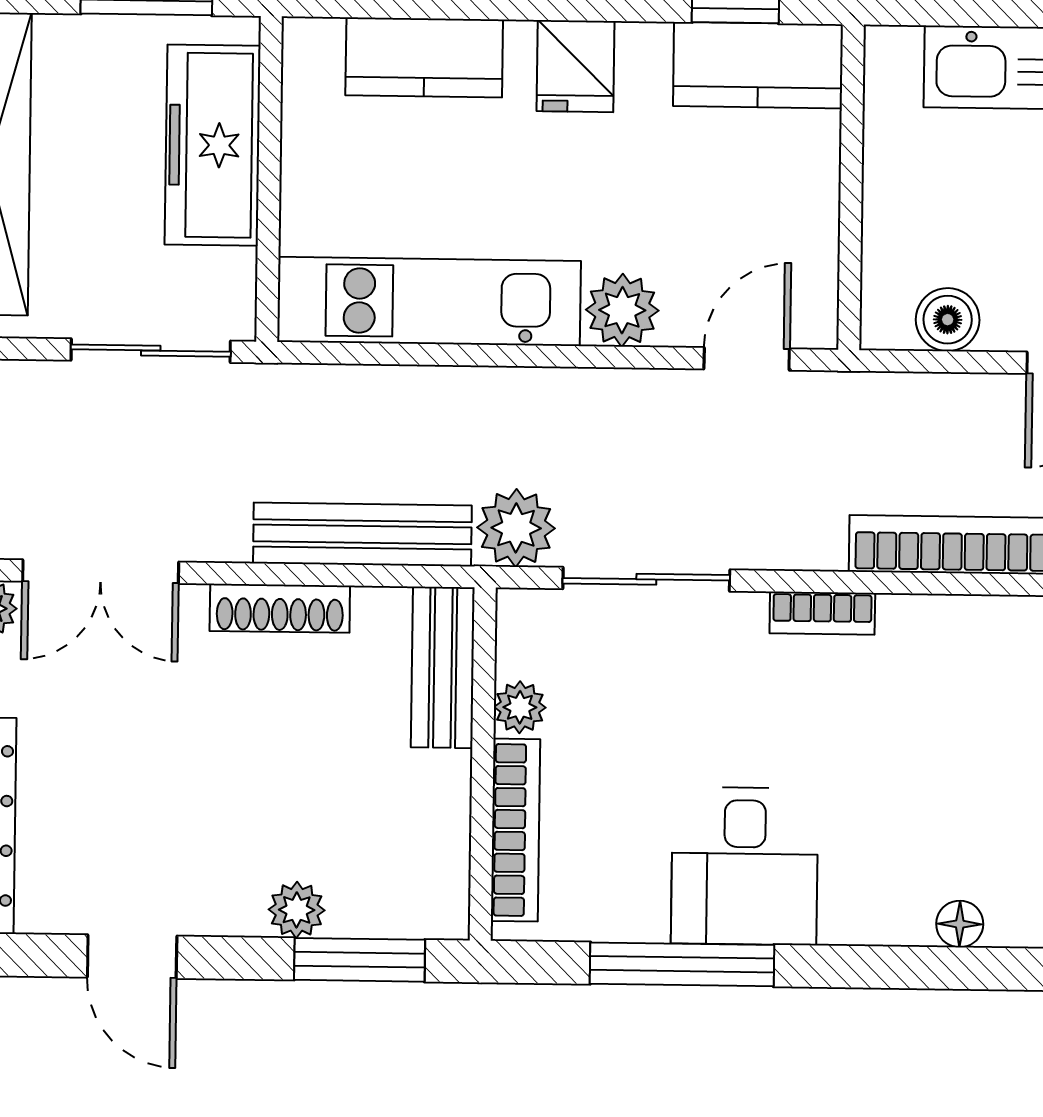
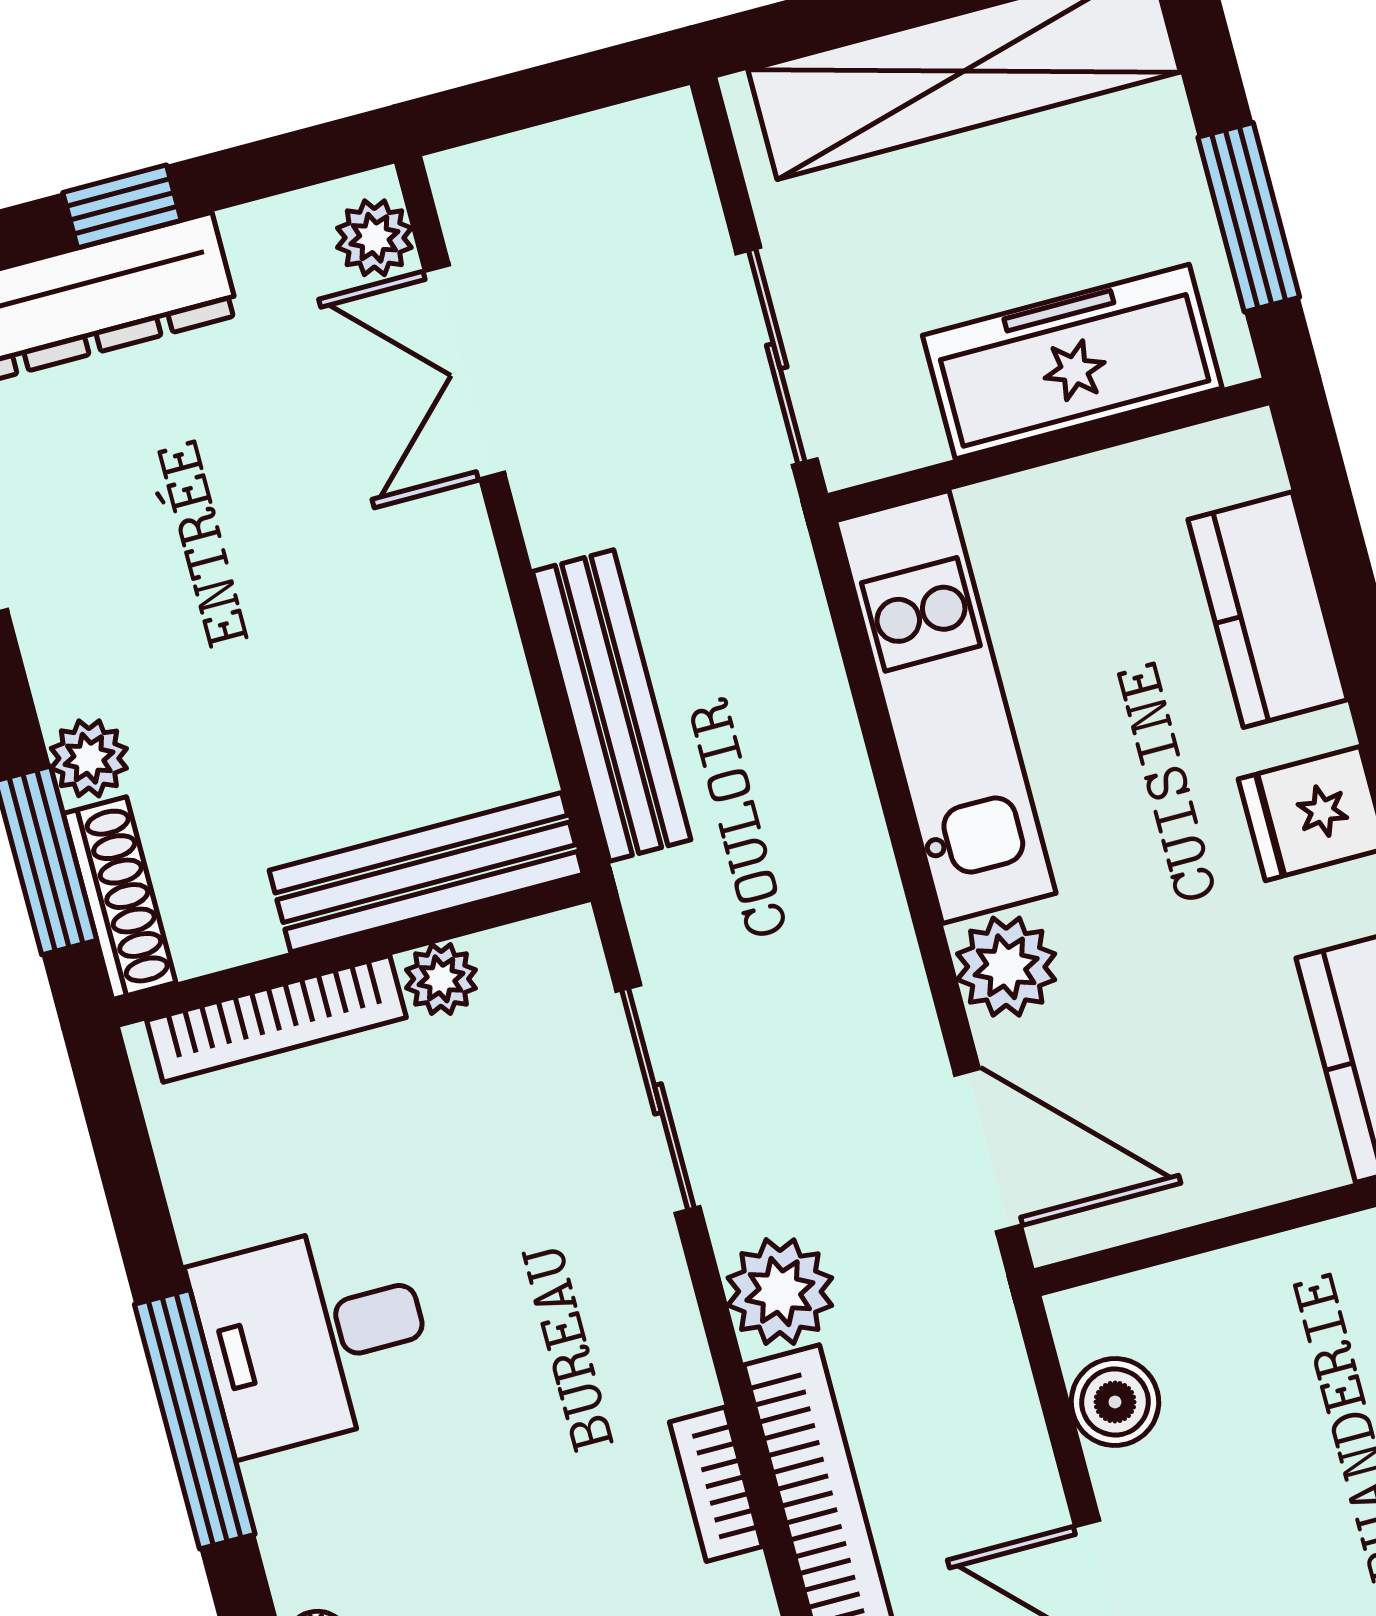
door: (747, 359) -> (988, 1150), width x1.38
plant: (516, 528) -> (780, 1292), moved
shoe rack: (280, 608) -> (120, 898), moved, turned 180
bookcase: (822, 613) -> (716, 1484), moved
bench: (443, 667) -> (426, 872), width x1.36
window: (682, 964) -> (195, 1419), moved

